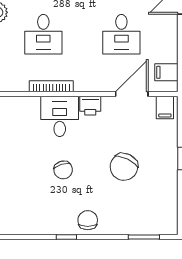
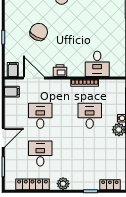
door: (132, 94) -> (34, 78), swing flipped
desk: (60, 116) -> (97, 64), moved
chair: (63, 170) -> (77, 30), removed

